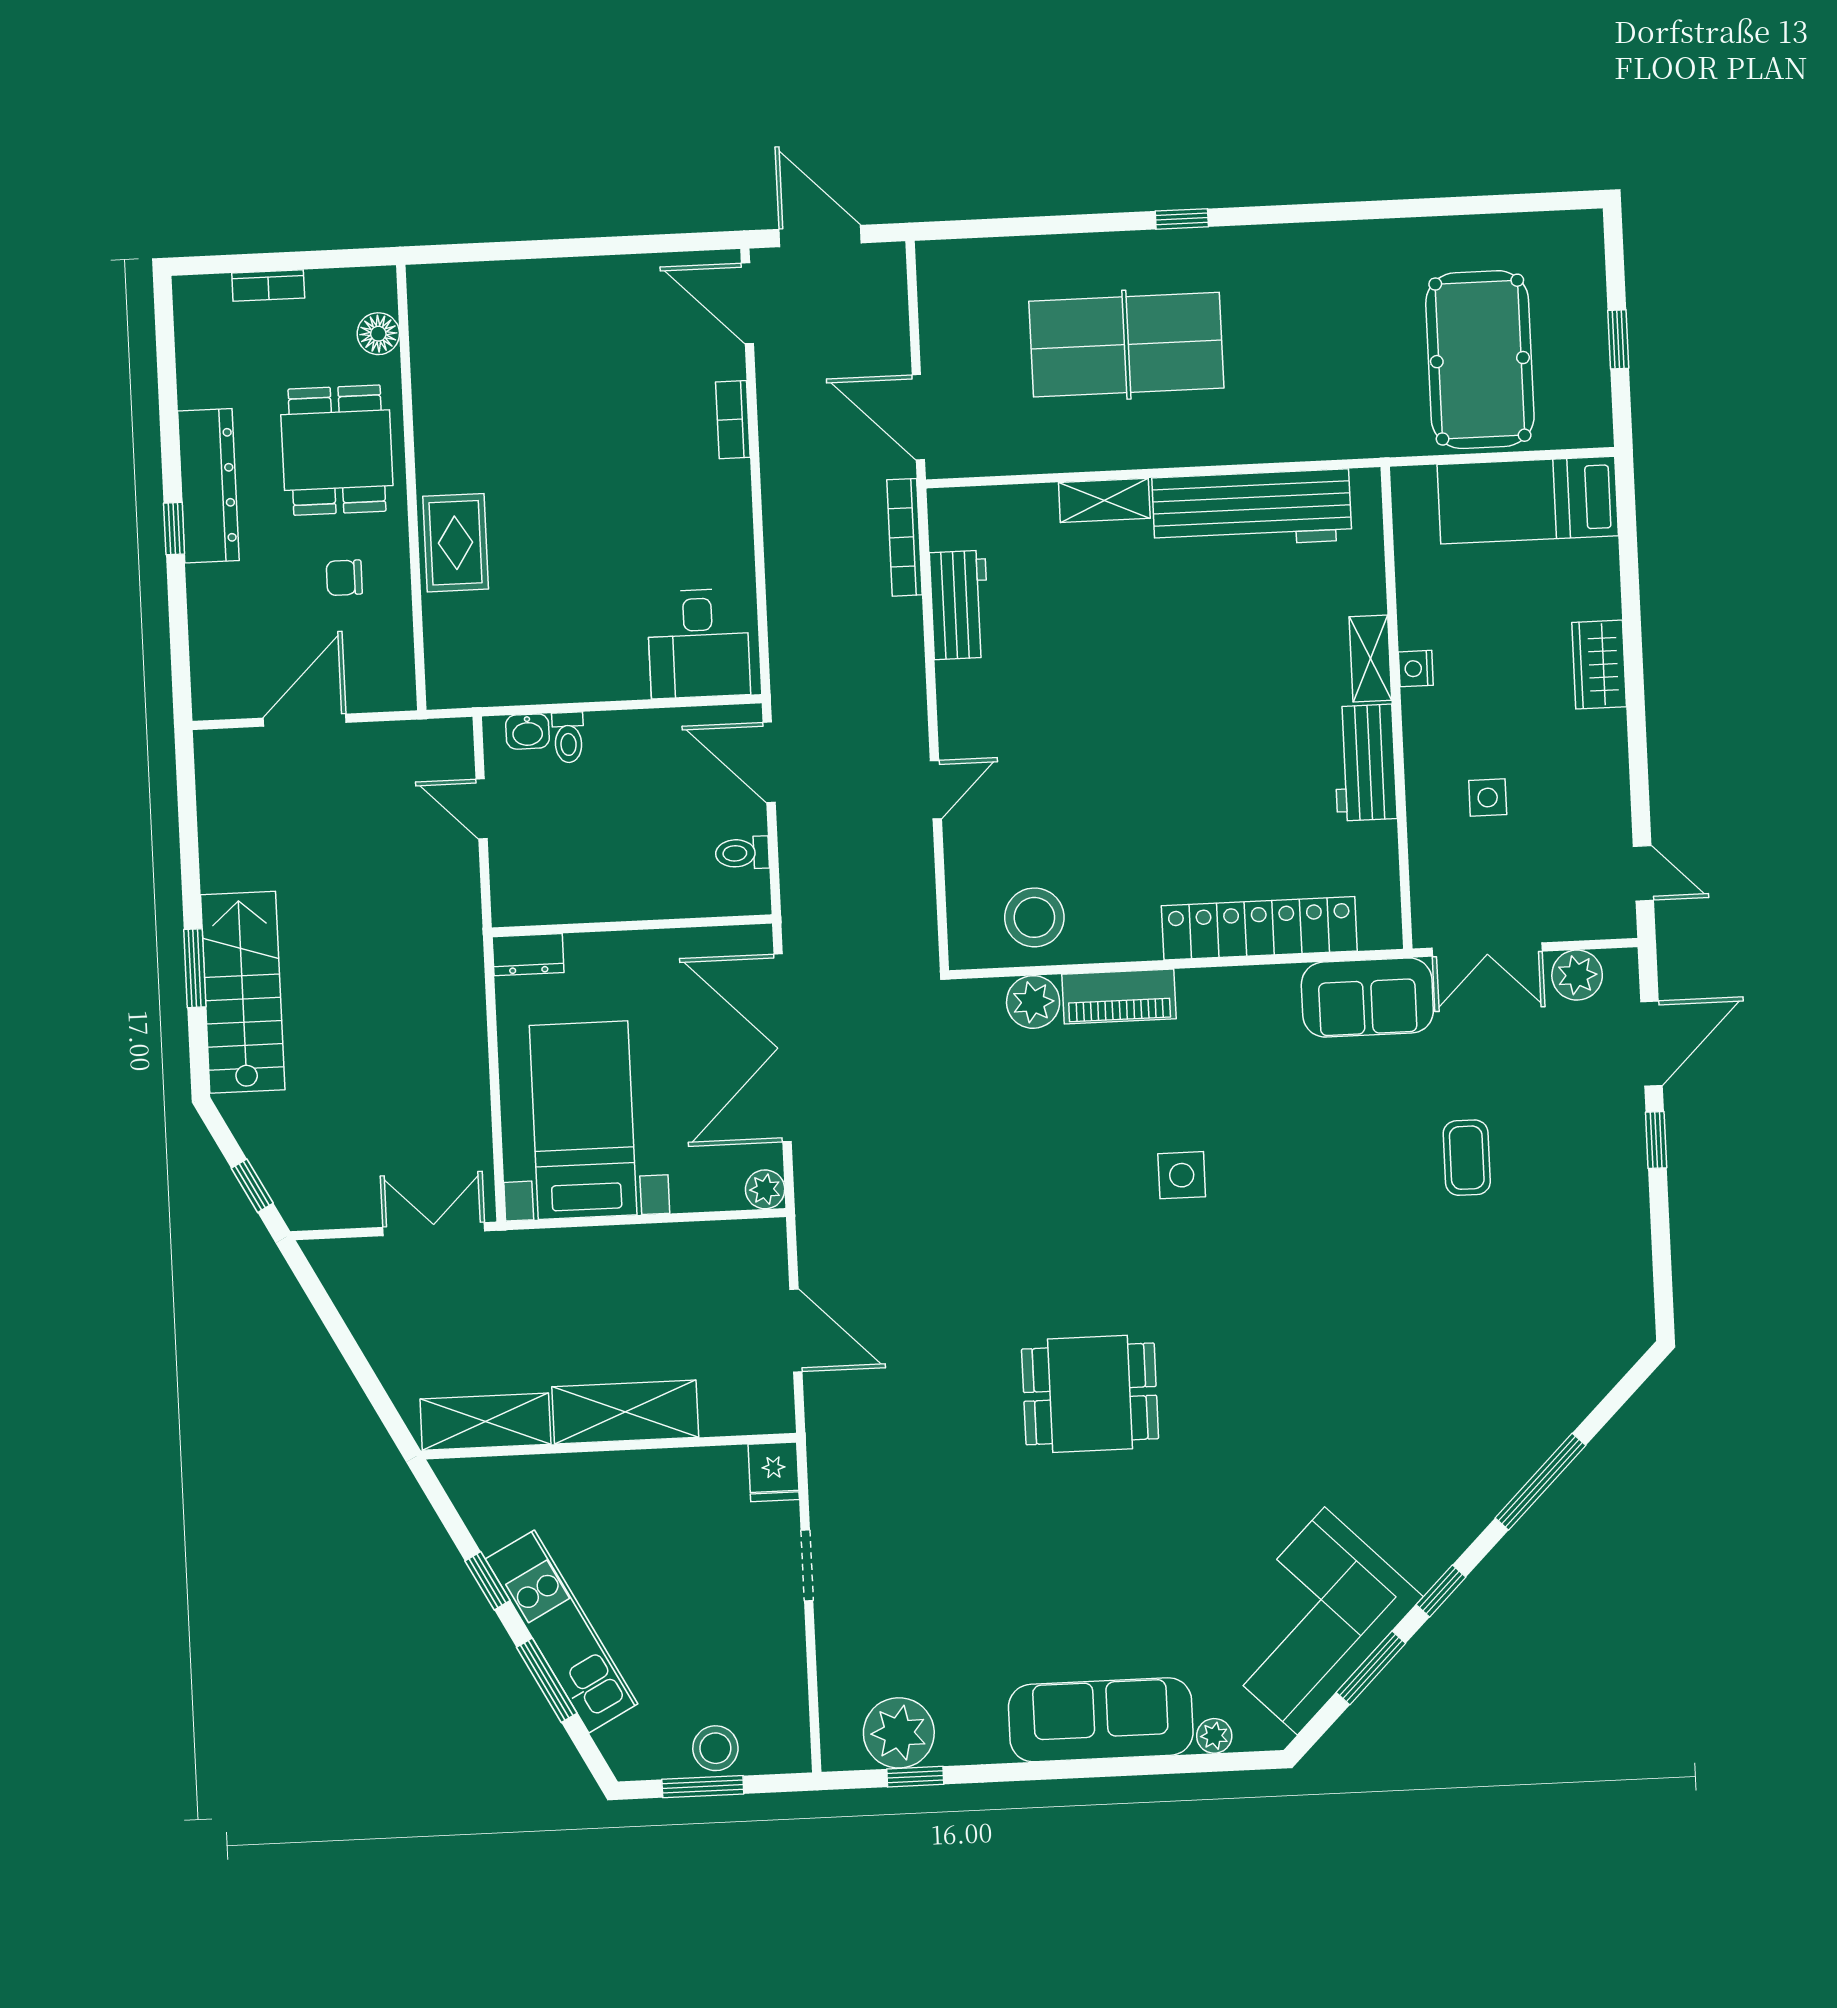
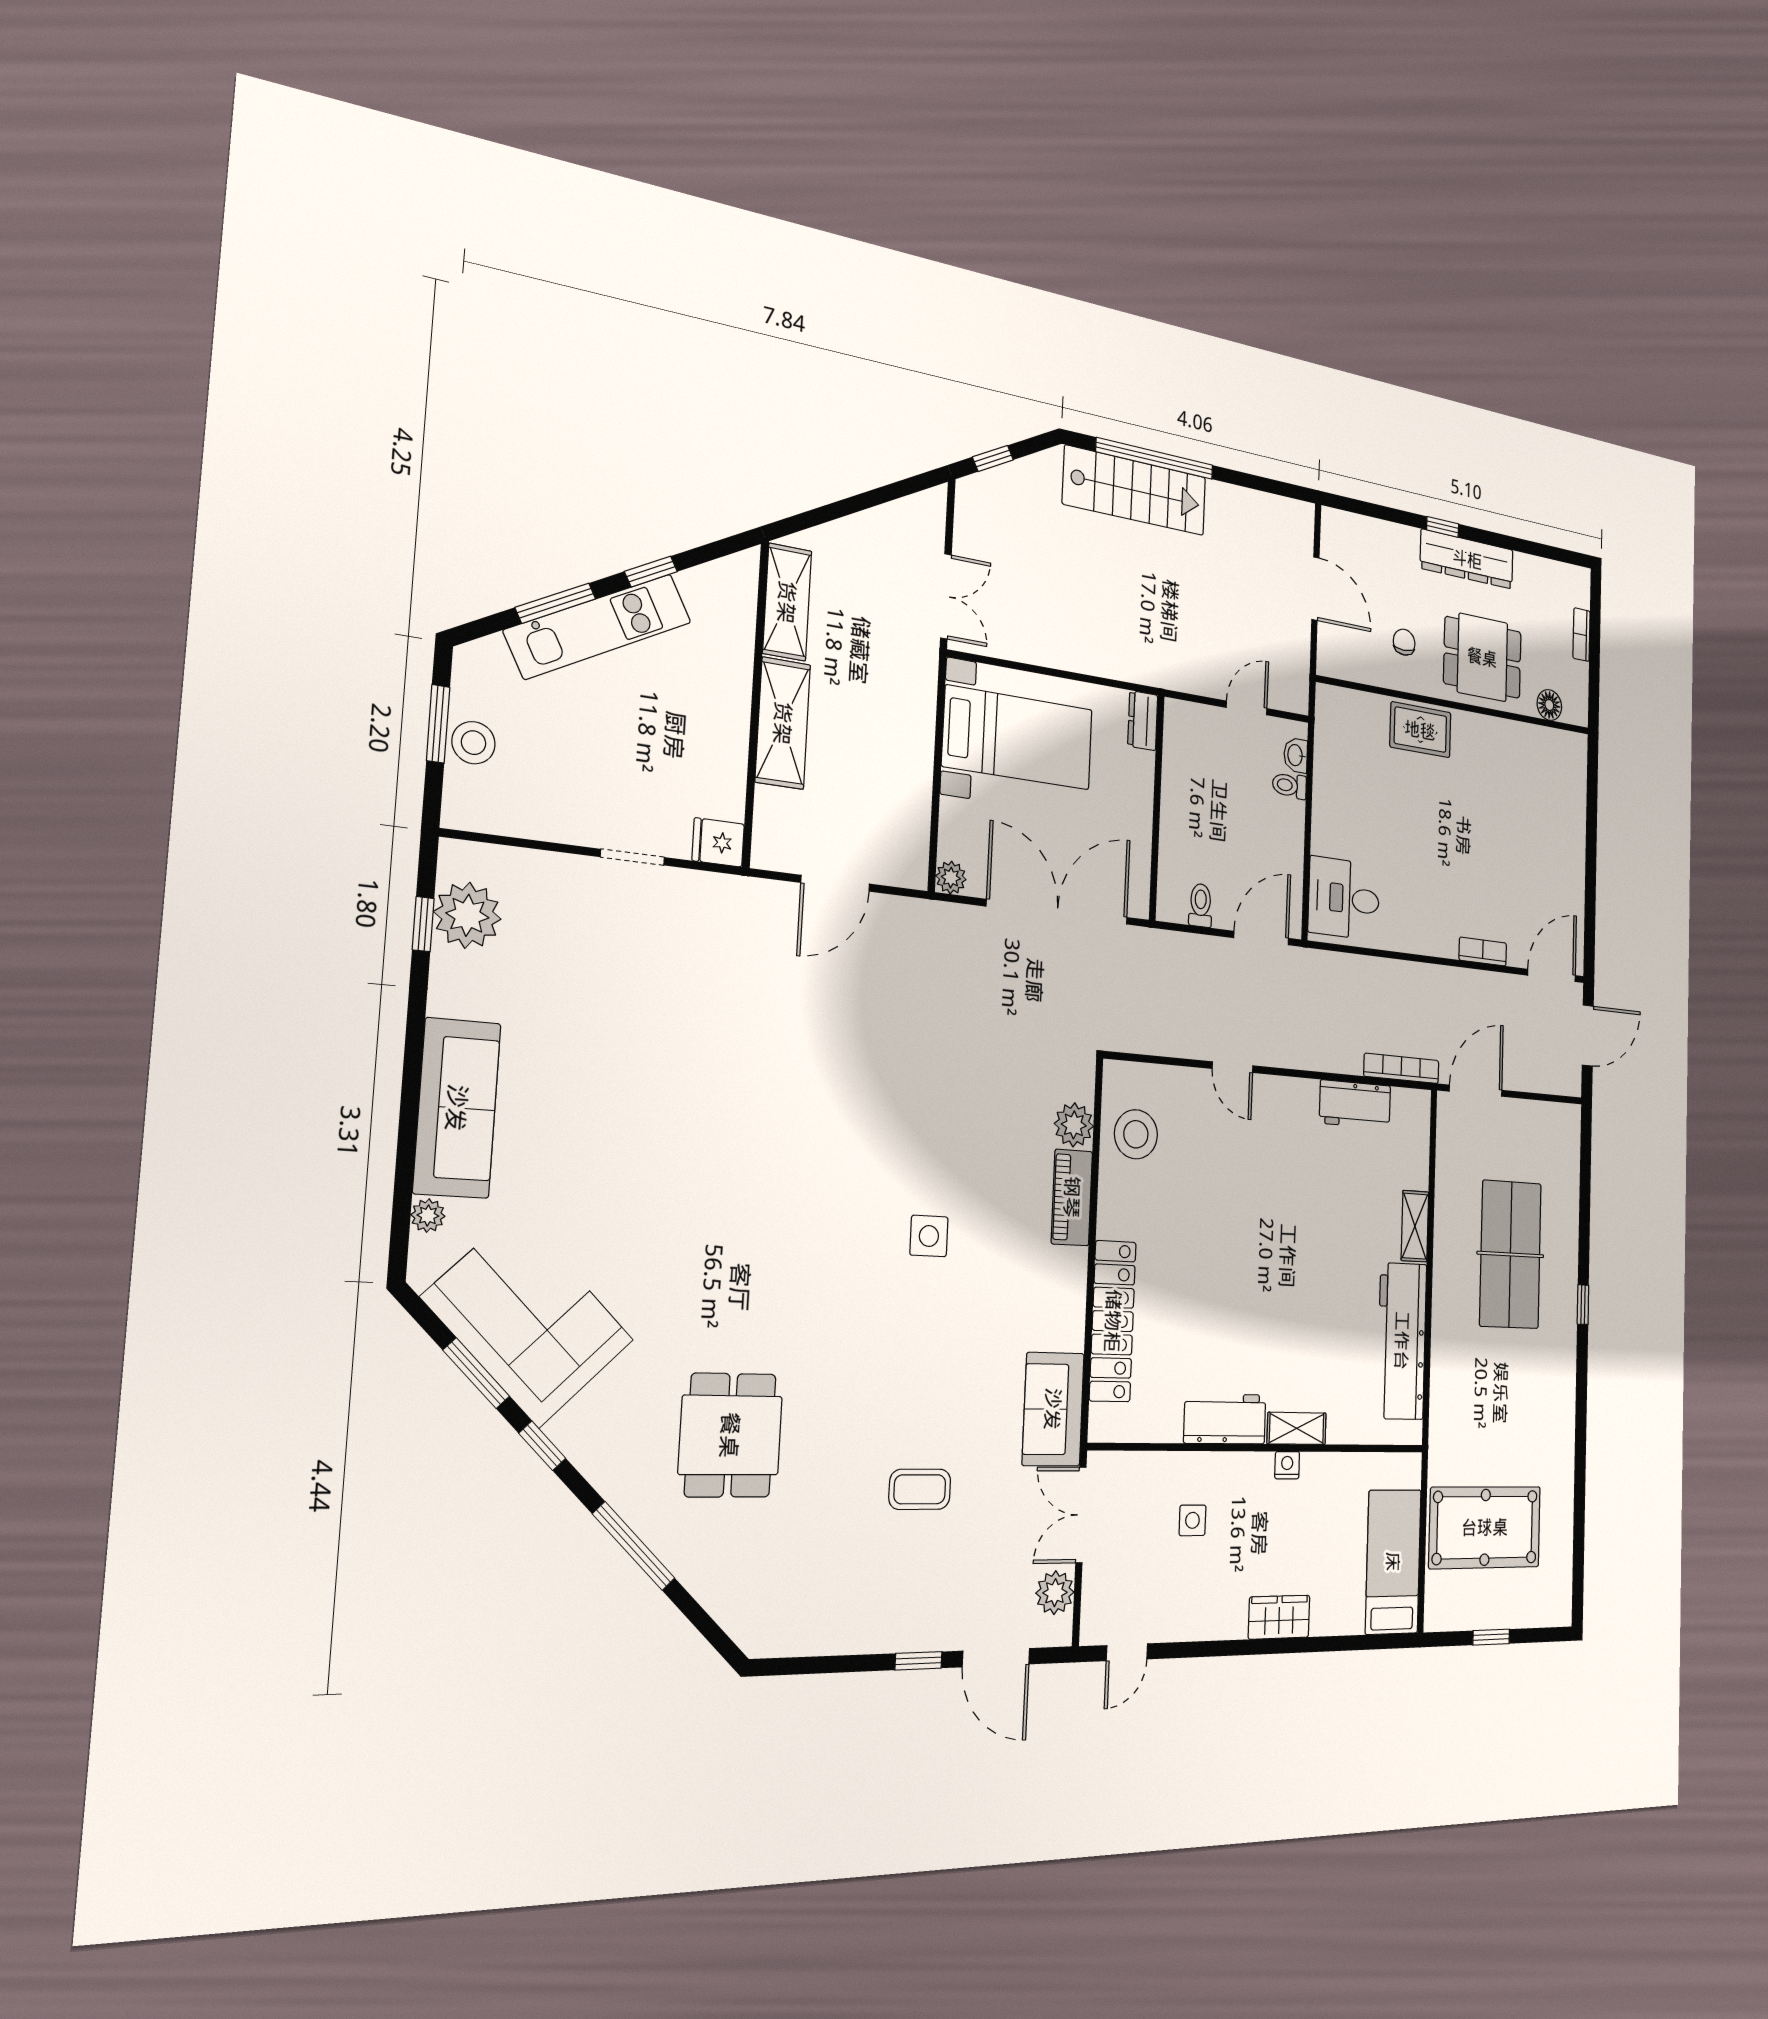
window: (195, 968) -> (1155, 458), width x2.11
dining table: (1090, 1394) -> (730, 1435), moved

